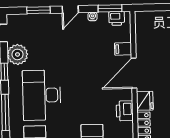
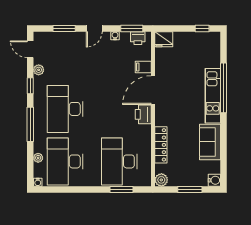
plant: (18, 54) -> (39, 70), width x0.53, depth x0.53
fridge: (145, 101) -> (164, 39), moved, turned 90
printer: (125, 111) -> (143, 114), moved

